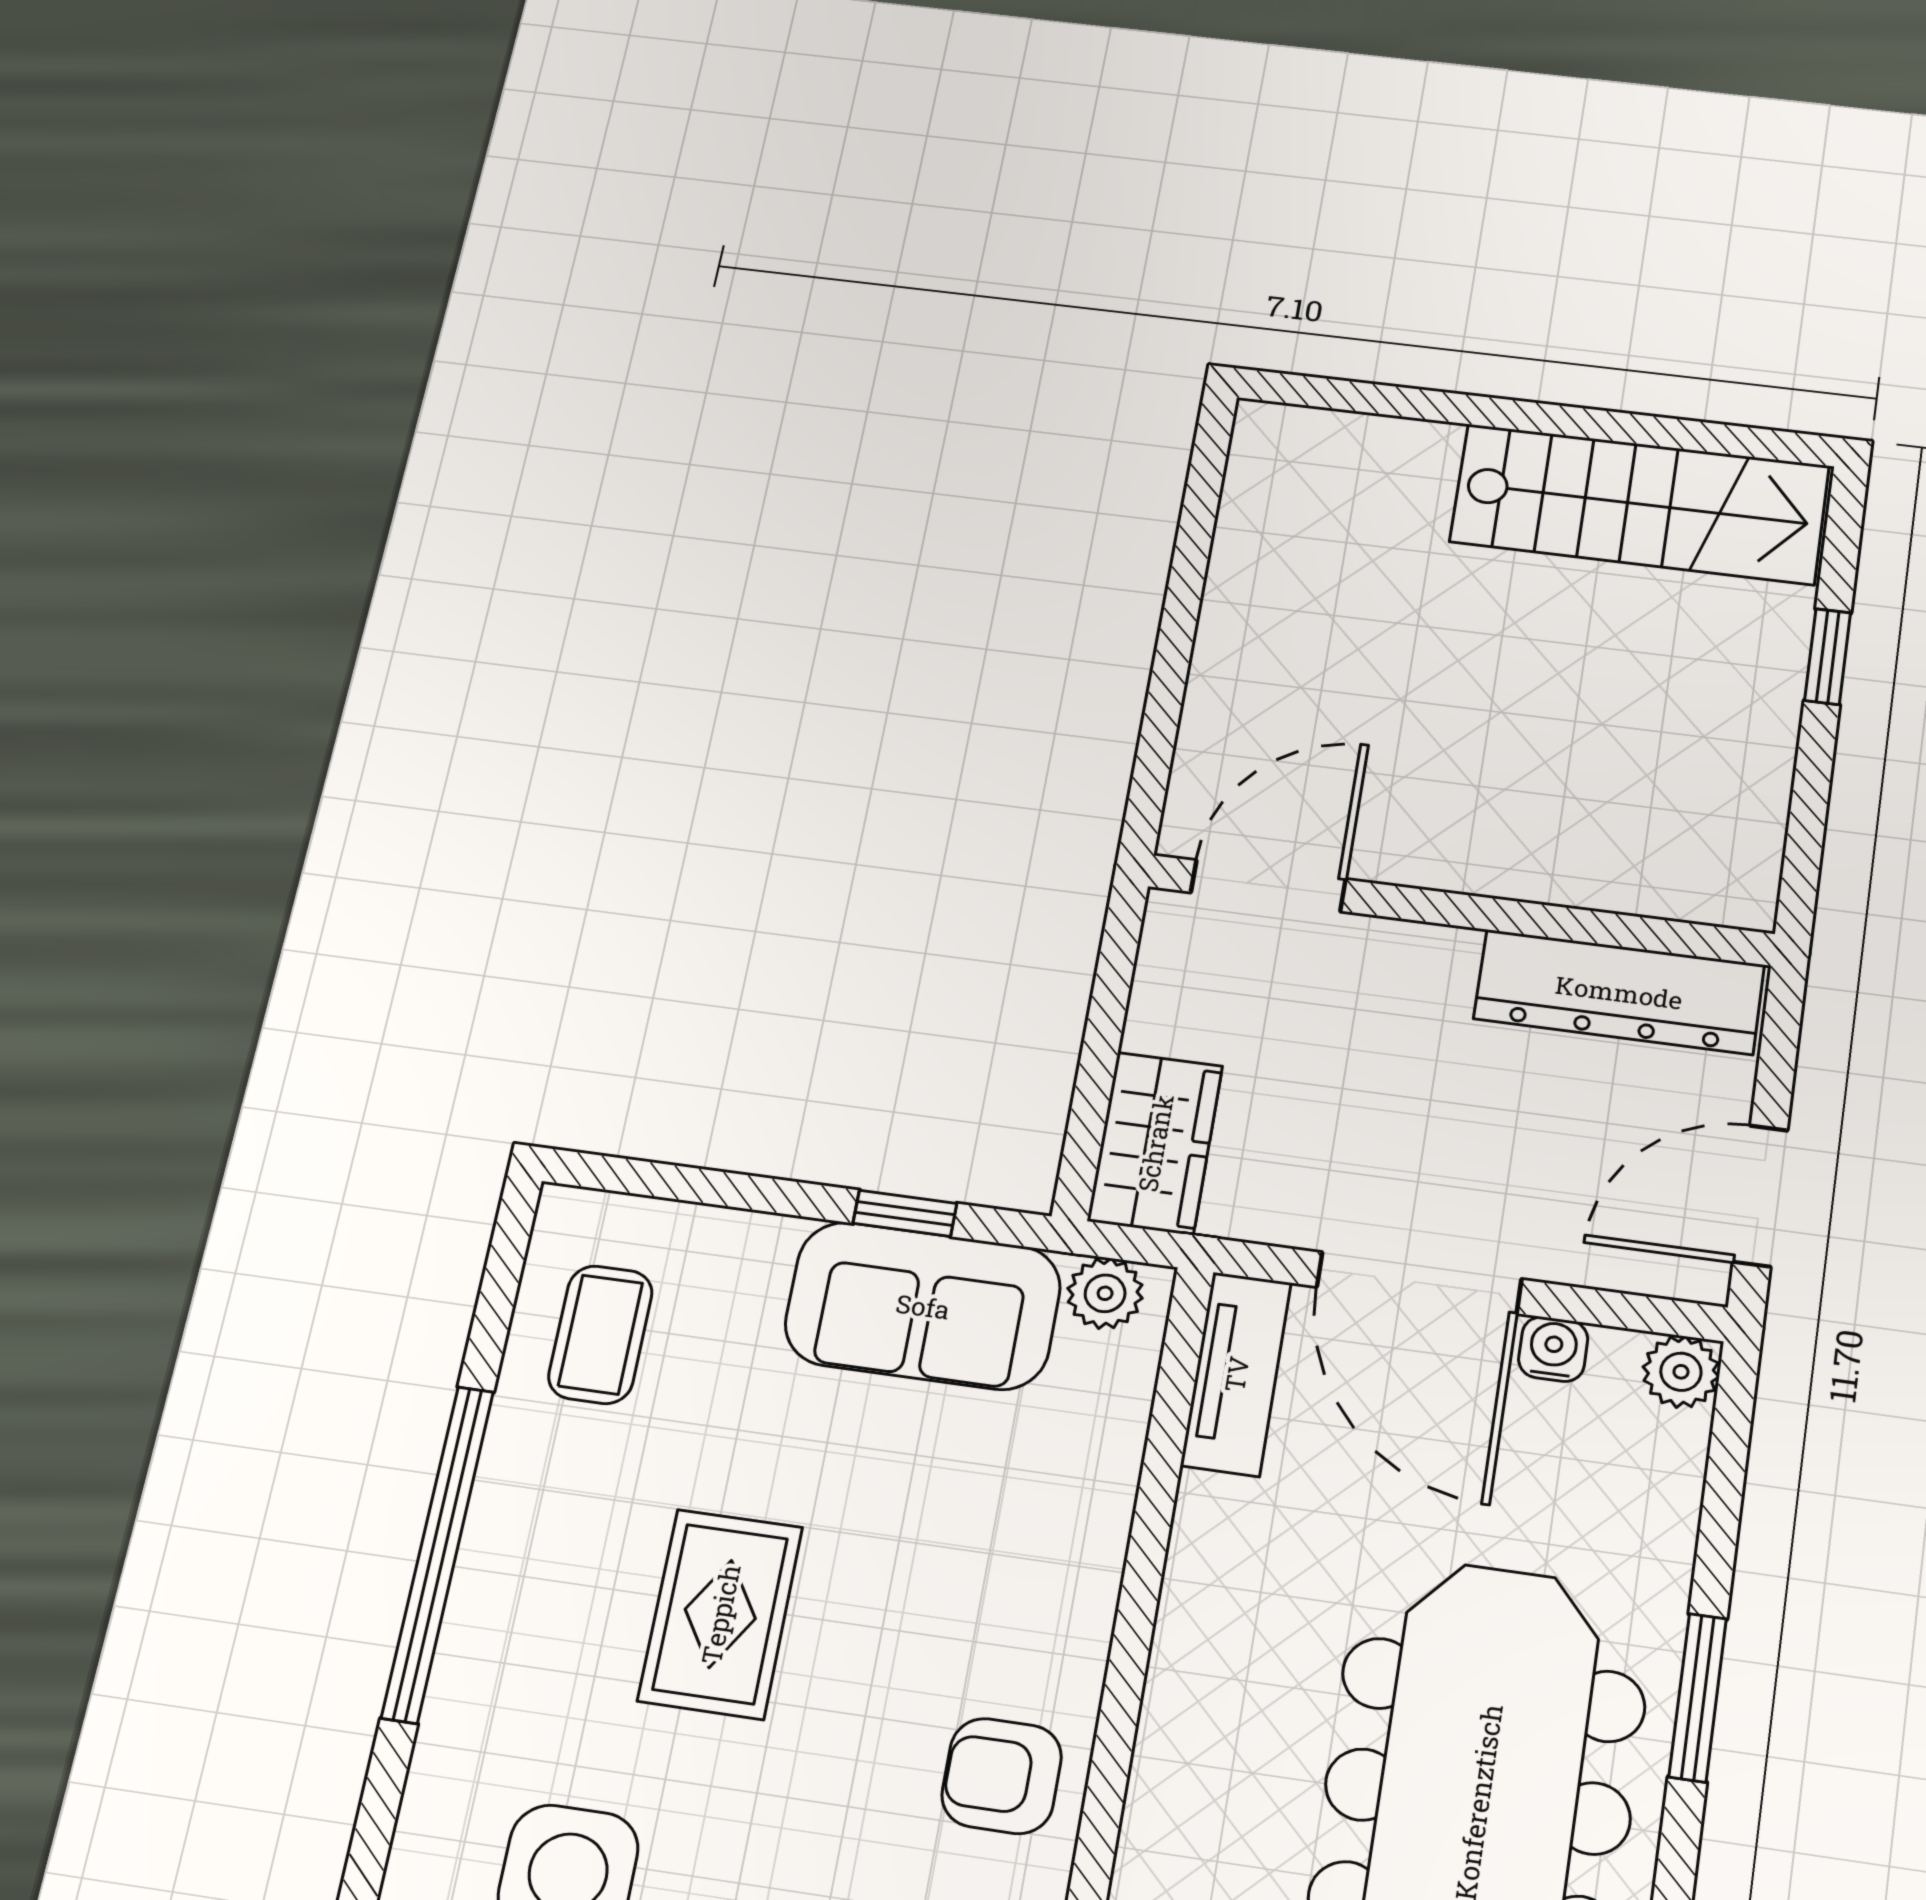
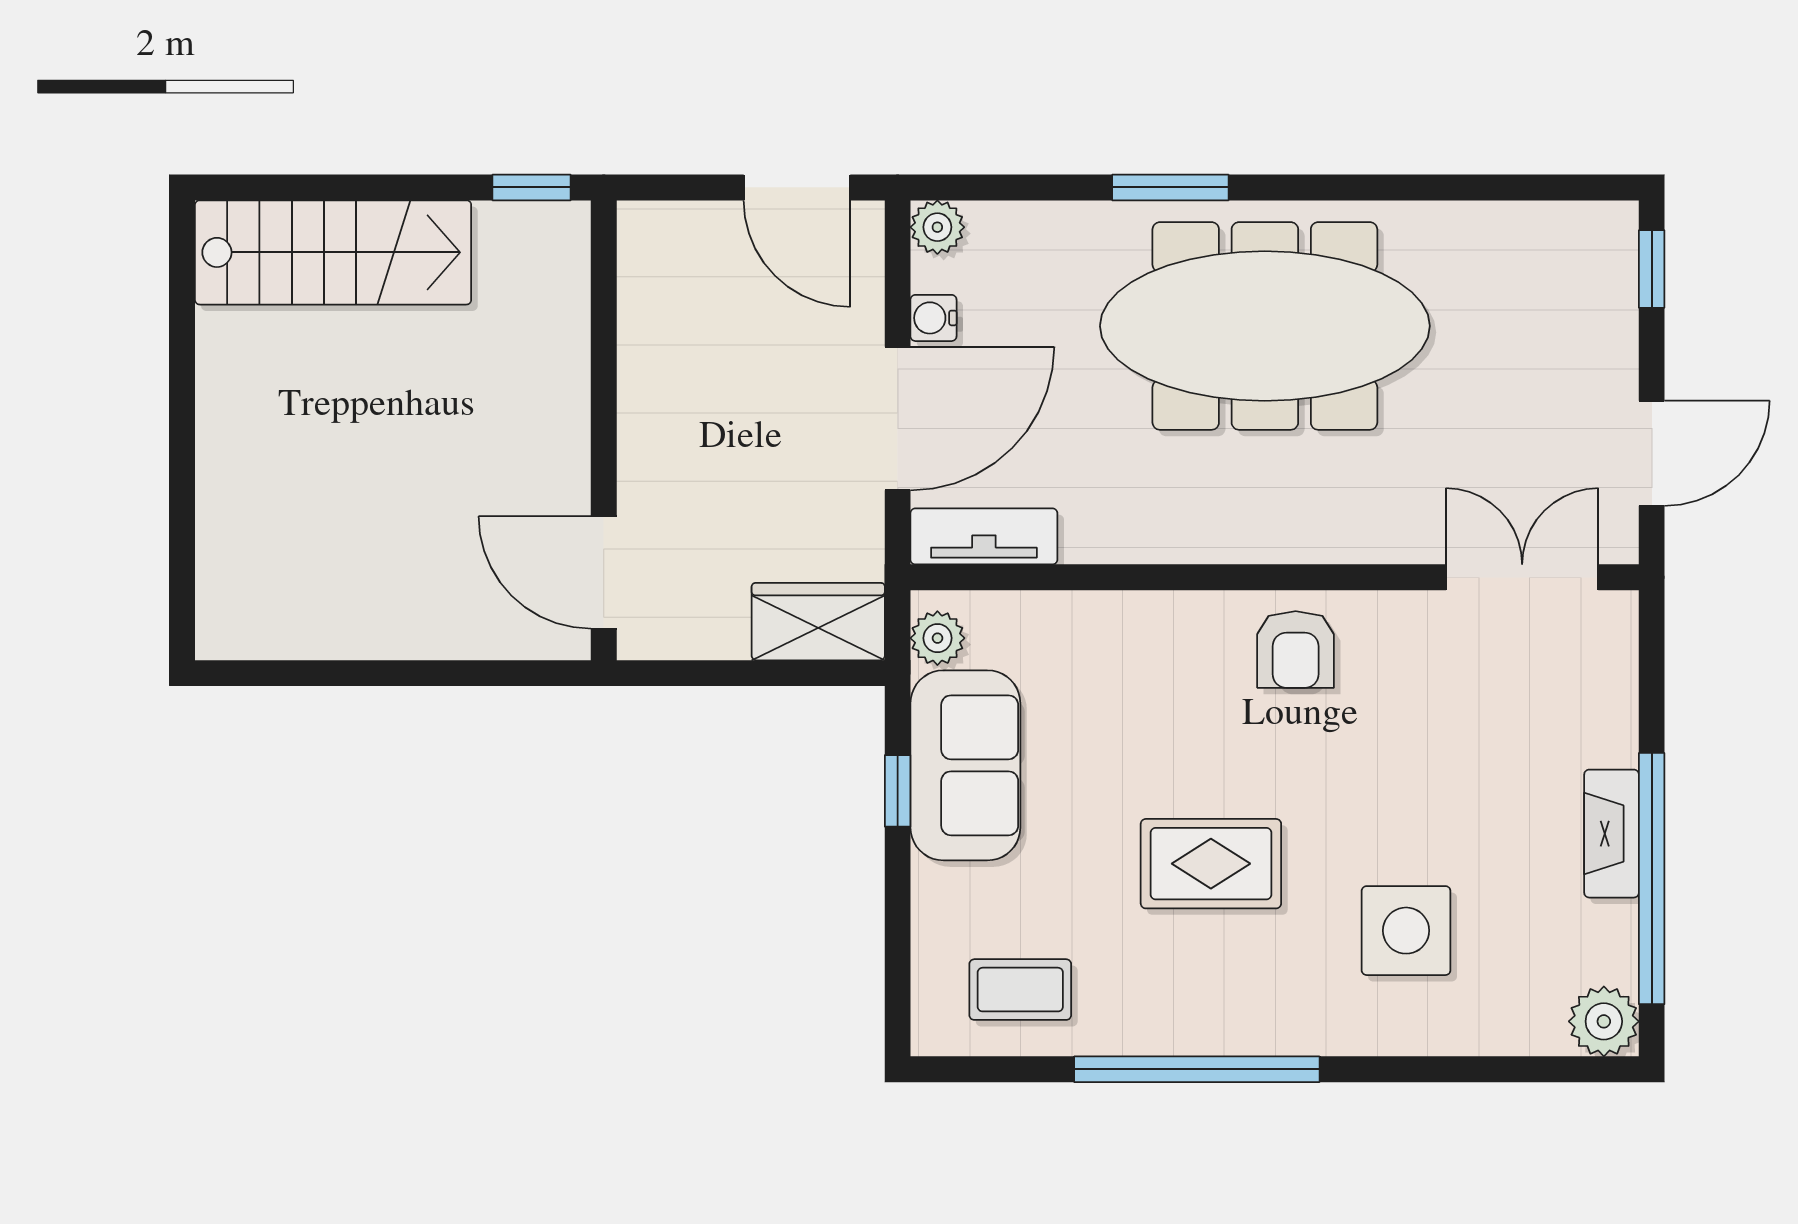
stairs: (1640, 504) -> (333, 252), moved, turned 90
window: (1828, 657) -> (532, 187), moved
dresser: (1619, 992) -> (653, 307), removed

